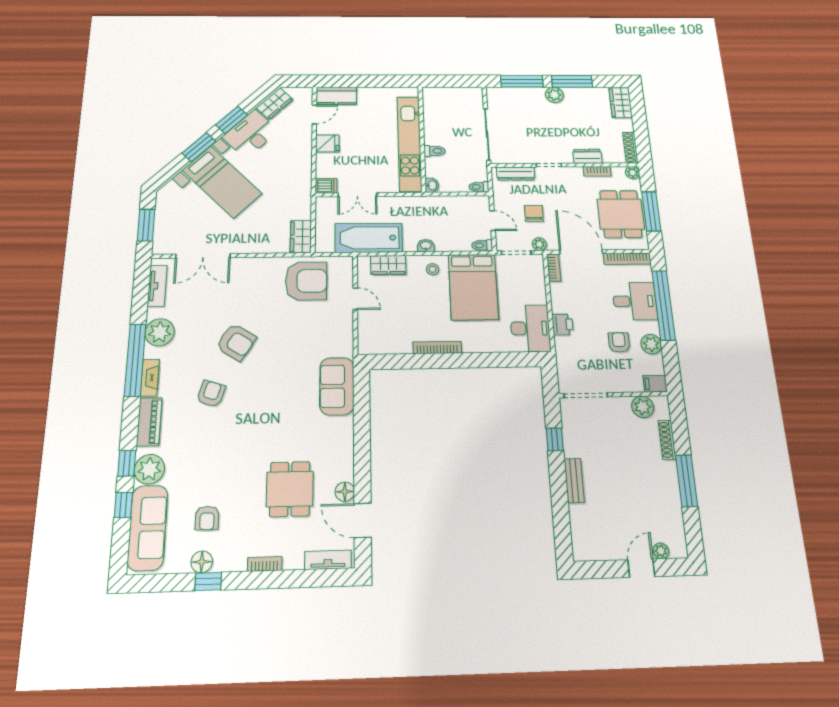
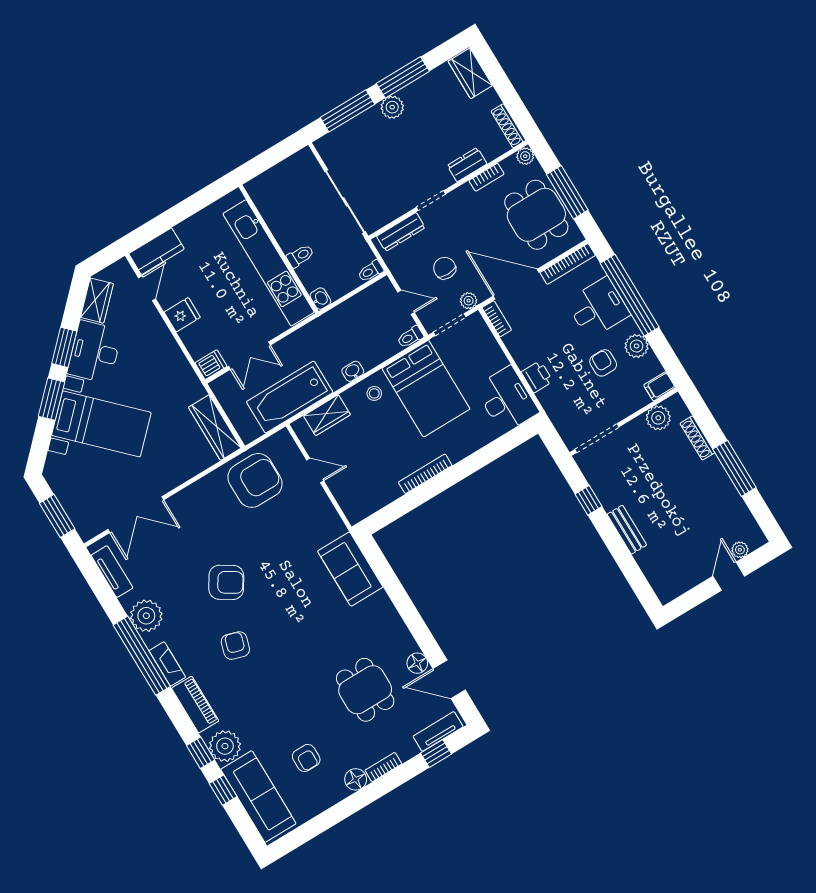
wardrobe: (301, 237) -> (215, 428), width x1.50
floor lamp: (202, 562) -> (356, 779), moved
window: (208, 581) -> (436, 753), moved

